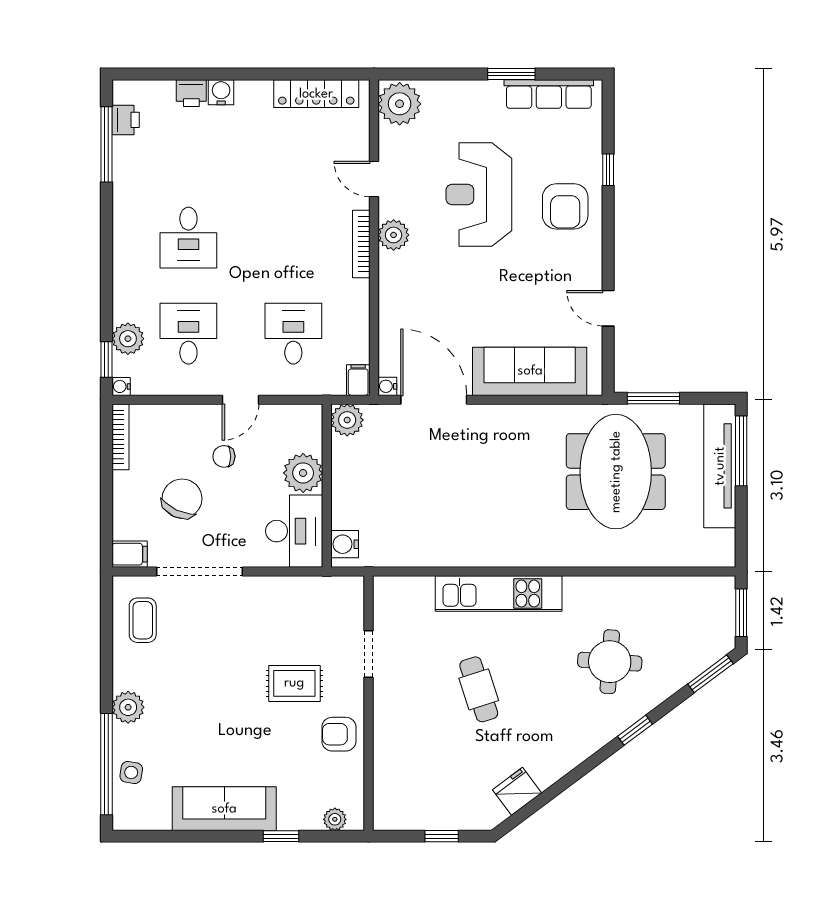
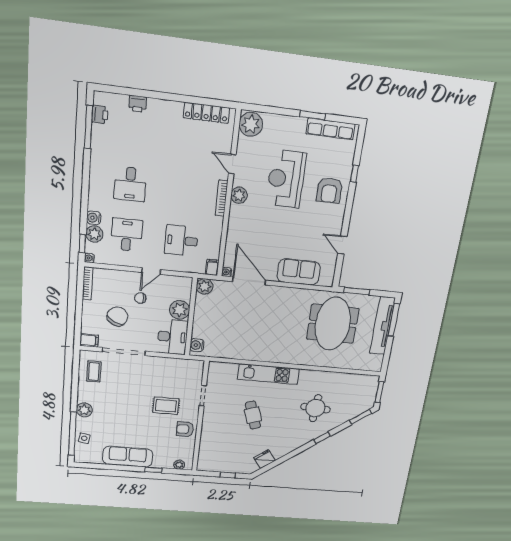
water cooler: (221, 92) -> (94, 218), moved, turned -90
desk: (293, 334) -> (181, 241), turned -90
sofa: (530, 371) -> (299, 272), width x0.73

